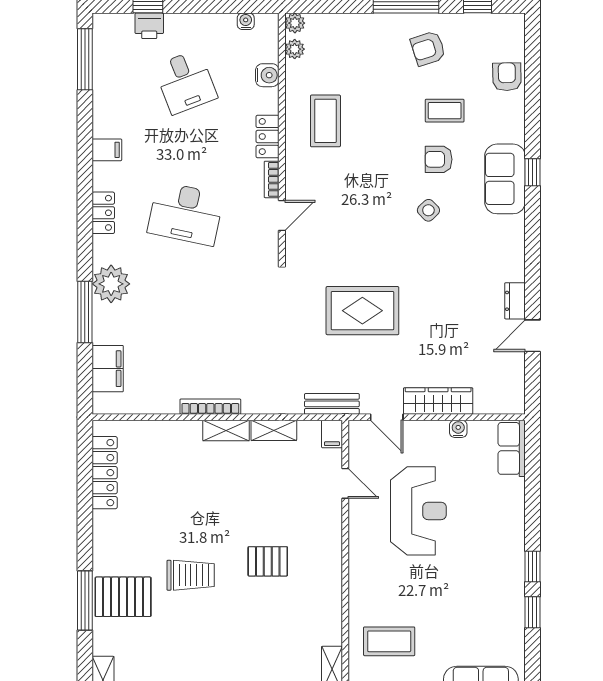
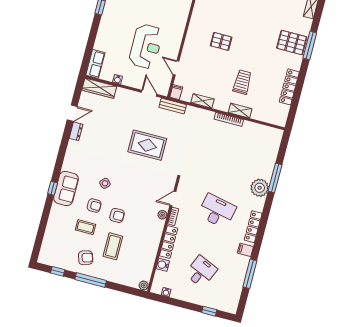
printer: (149, 26) -> (211, 302), removed
plant: (295, 49) -> (162, 215), moved
window: (85, 59) -> (250, 274), moved
armchair: (507, 77) -> (117, 215), moved, turned -89
desk: (186, 82) -> (201, 272), turned 45
coffee table: (325, 121) -> (113, 246), moved
locker: (268, 136) -> (169, 242), width x1.53
locker: (103, 213) -> (253, 227), width x1.53
filing cabinet: (108, 369) -> (271, 149), removed
wardrobe: (438, 401) -> (99, 88), moved
shelving: (226, 431) -> (240, 111), moved
locker: (105, 473) -> (289, 87), moved
reception desk: (418, 511) -> (146, 46), turned 180
trolley: (191, 575) -> (242, 82), moved, turned 90

